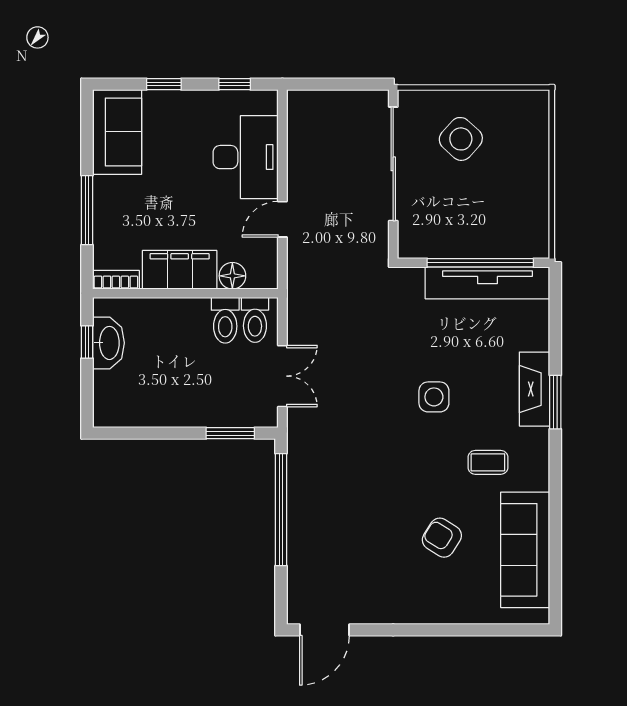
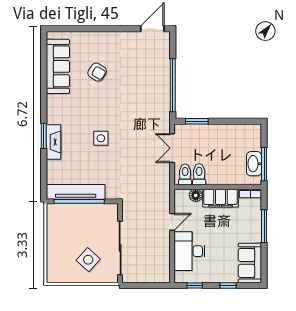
window: (87, 342) -> (264, 164), width x2.17
coffee table: (488, 462) -> (75, 107), removed

